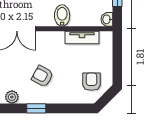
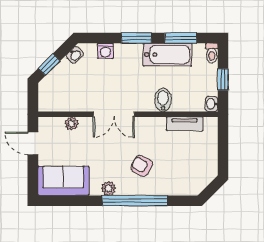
armchair: (91, 82) -> (195, 172), removed
window: (36, 108) -> (135, 201), width x3.17

